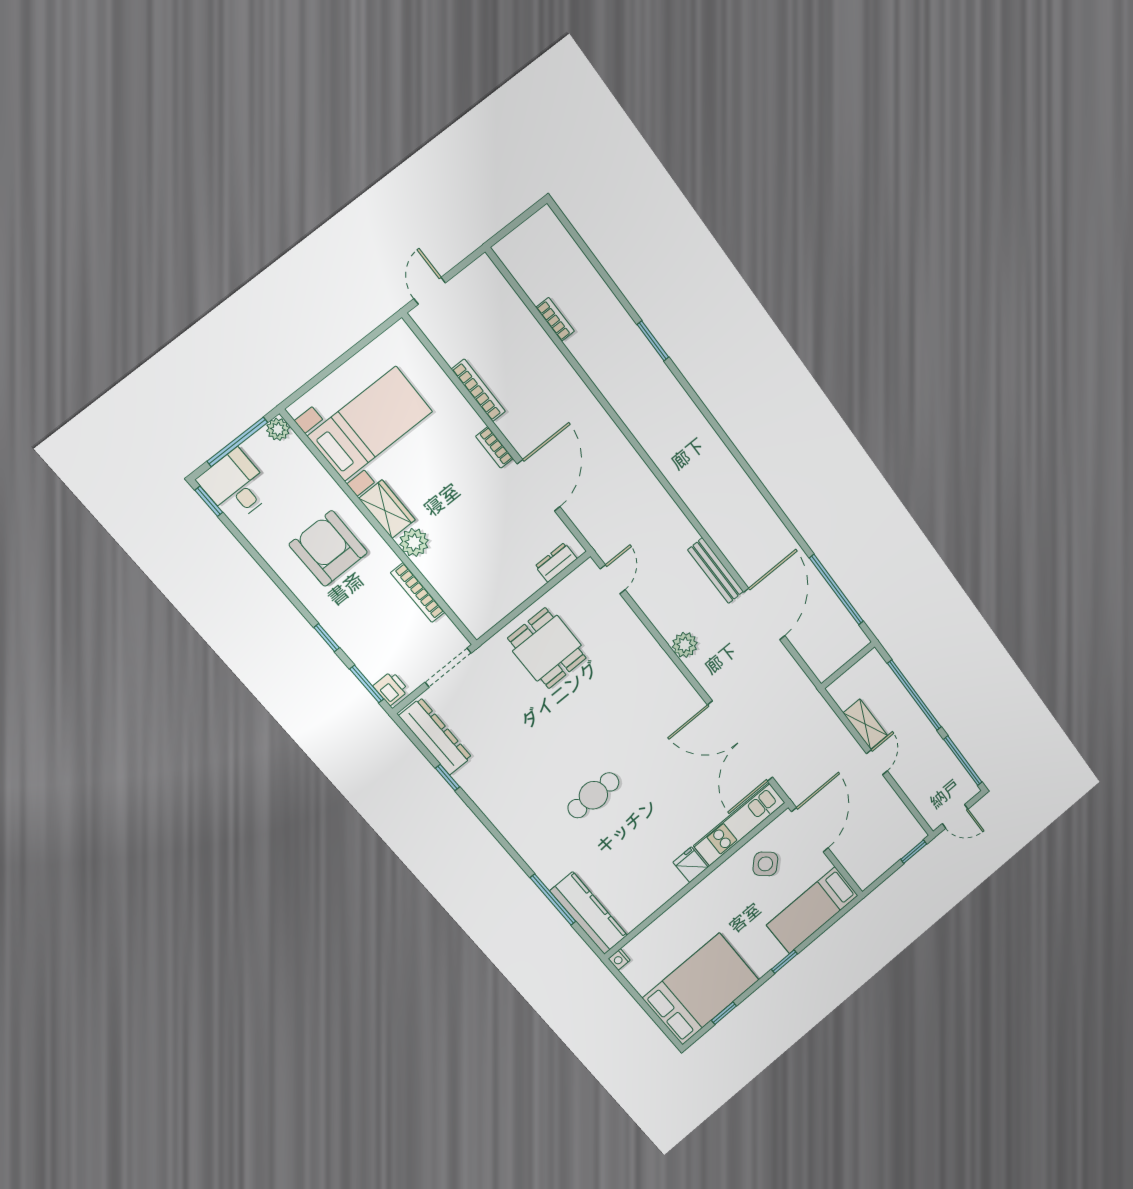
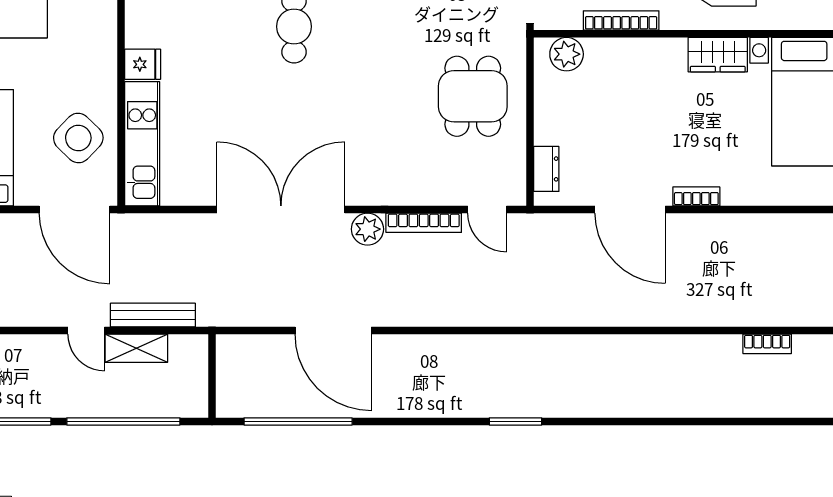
window: (653, 341) -> (516, 421), moved
bookcase: (478, 390) -> (424, 223), moved
plant: (414, 542) -> (567, 54), moved
bench: (716, 571) -> (153, 315), moved
dining table: (547, 648) -> (473, 96), turned 90
double door: (740, 741) -> (281, 209), moved
side table: (765, 864) -> (78, 138), width x1.37, depth x1.37

